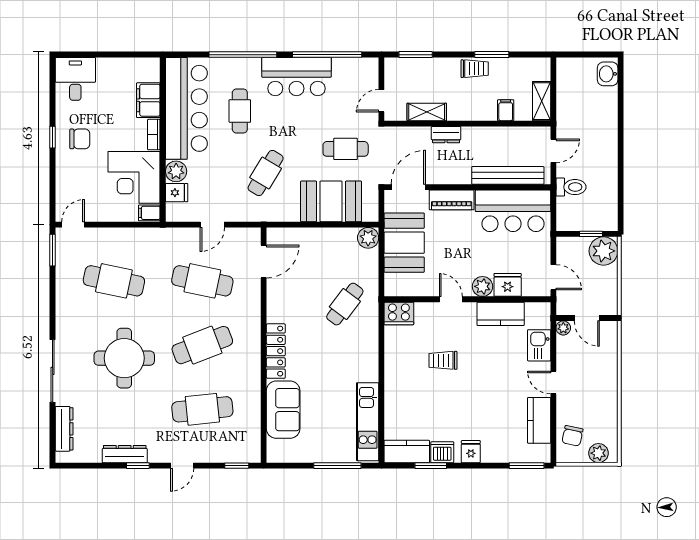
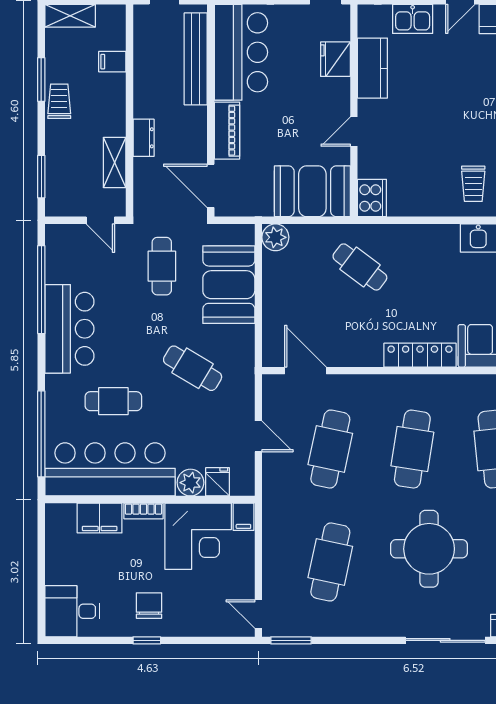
window: (243, 55) -> (41, 434), moved
shelving: (542, 101) -> (70, 16), moved
booth: (404, 243) -> (312, 191), moved
plant: (483, 286) -> (337, 91), removed
cafe table: (202, 345) -> (412, 449), turned 30
trolley: (443, 360) -> (473, 184), moved

